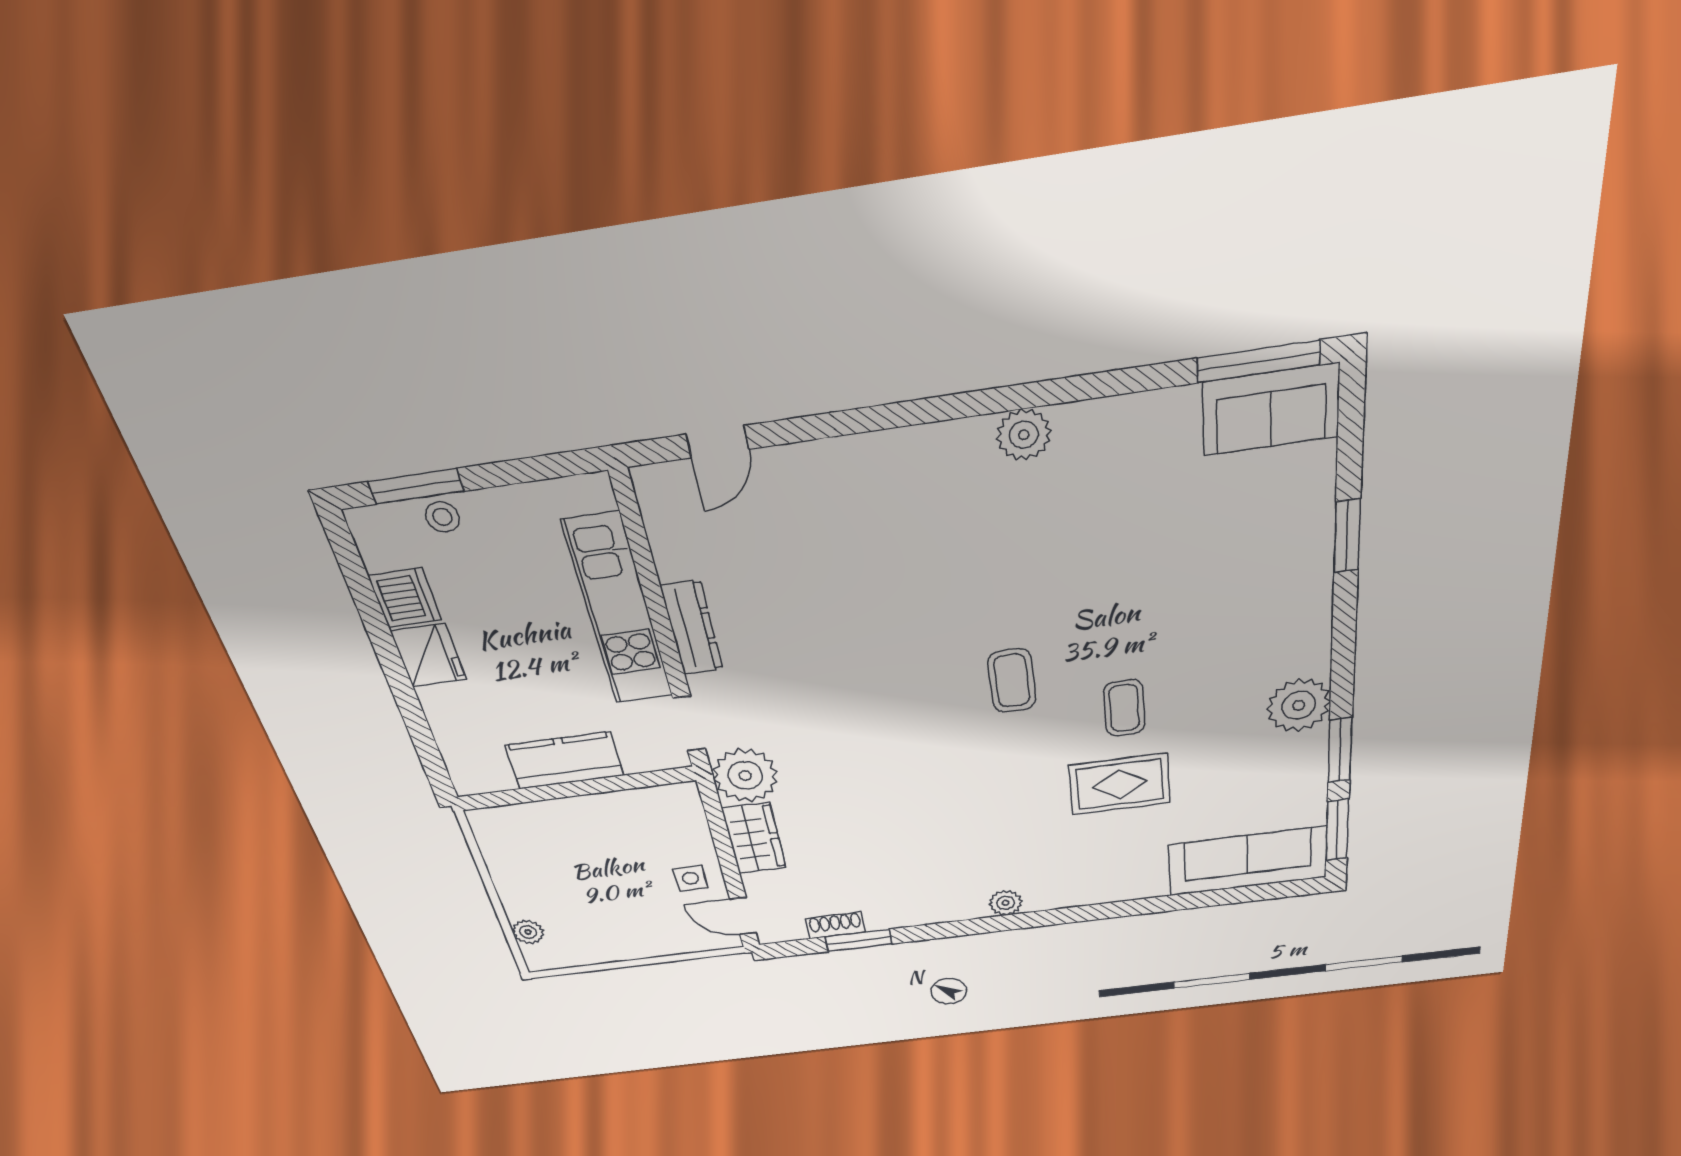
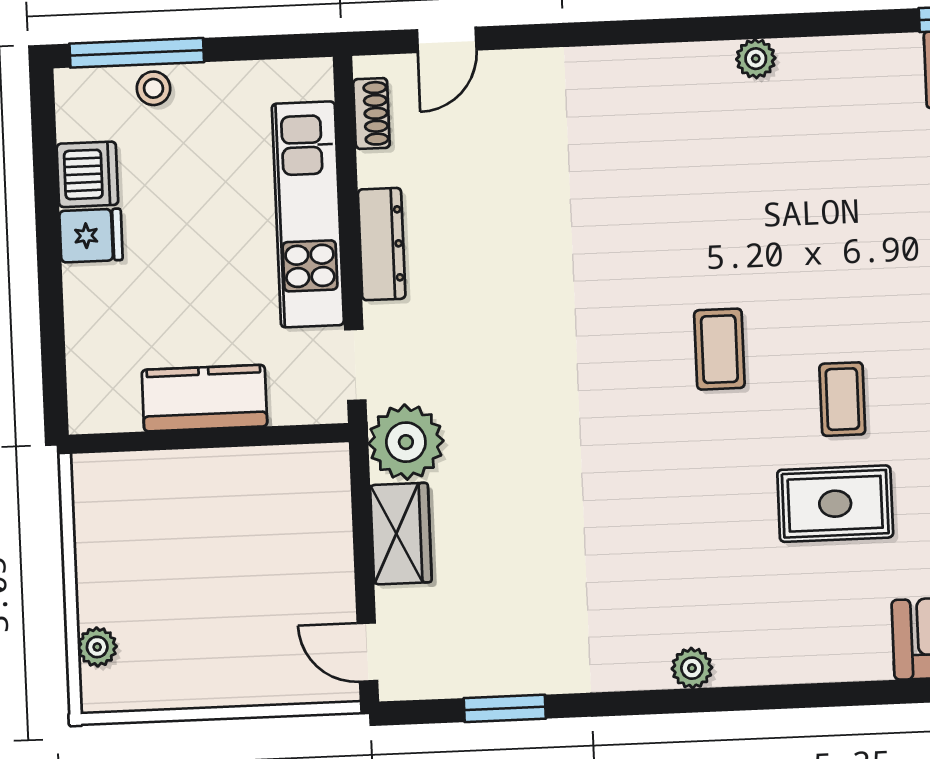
plant: (1024, 435) -> (756, 59), width x0.73, depth x0.73
window: (416, 486) -> (137, 53), width x1.44
fridge: (429, 655) -> (91, 236), width x0.72
side table: (690, 878) -> (314, 585), removed
shoe rack: (835, 925) -> (371, 114), moved, turned 90

